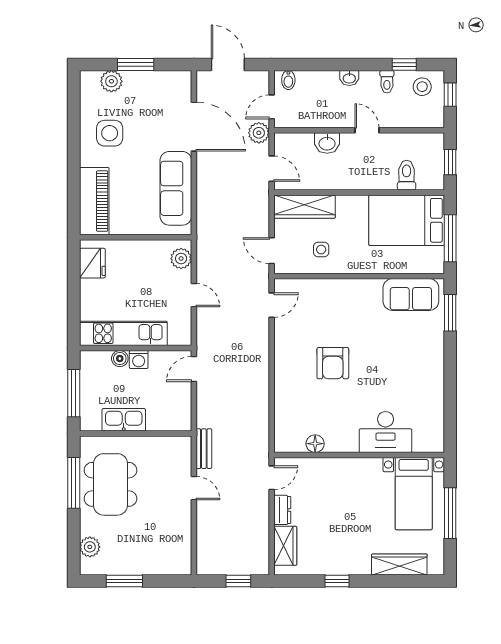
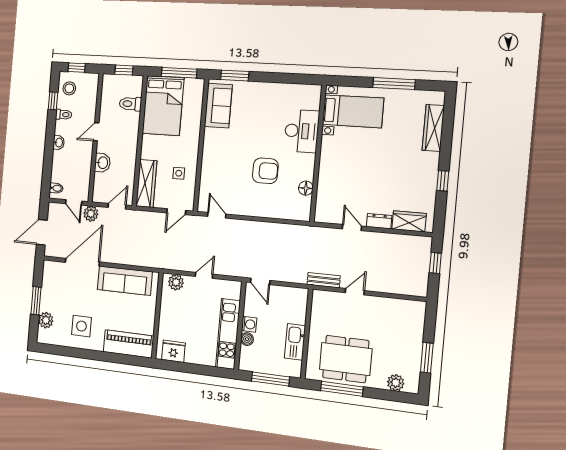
desk: (386, 432) -> (302, 131), moved
floor lamp: (315, 444) -> (306, 188), moved
wall: (359, 455) -> (318, 153), moved
bed with nightstands: (414, 494) -> (353, 111), moved

